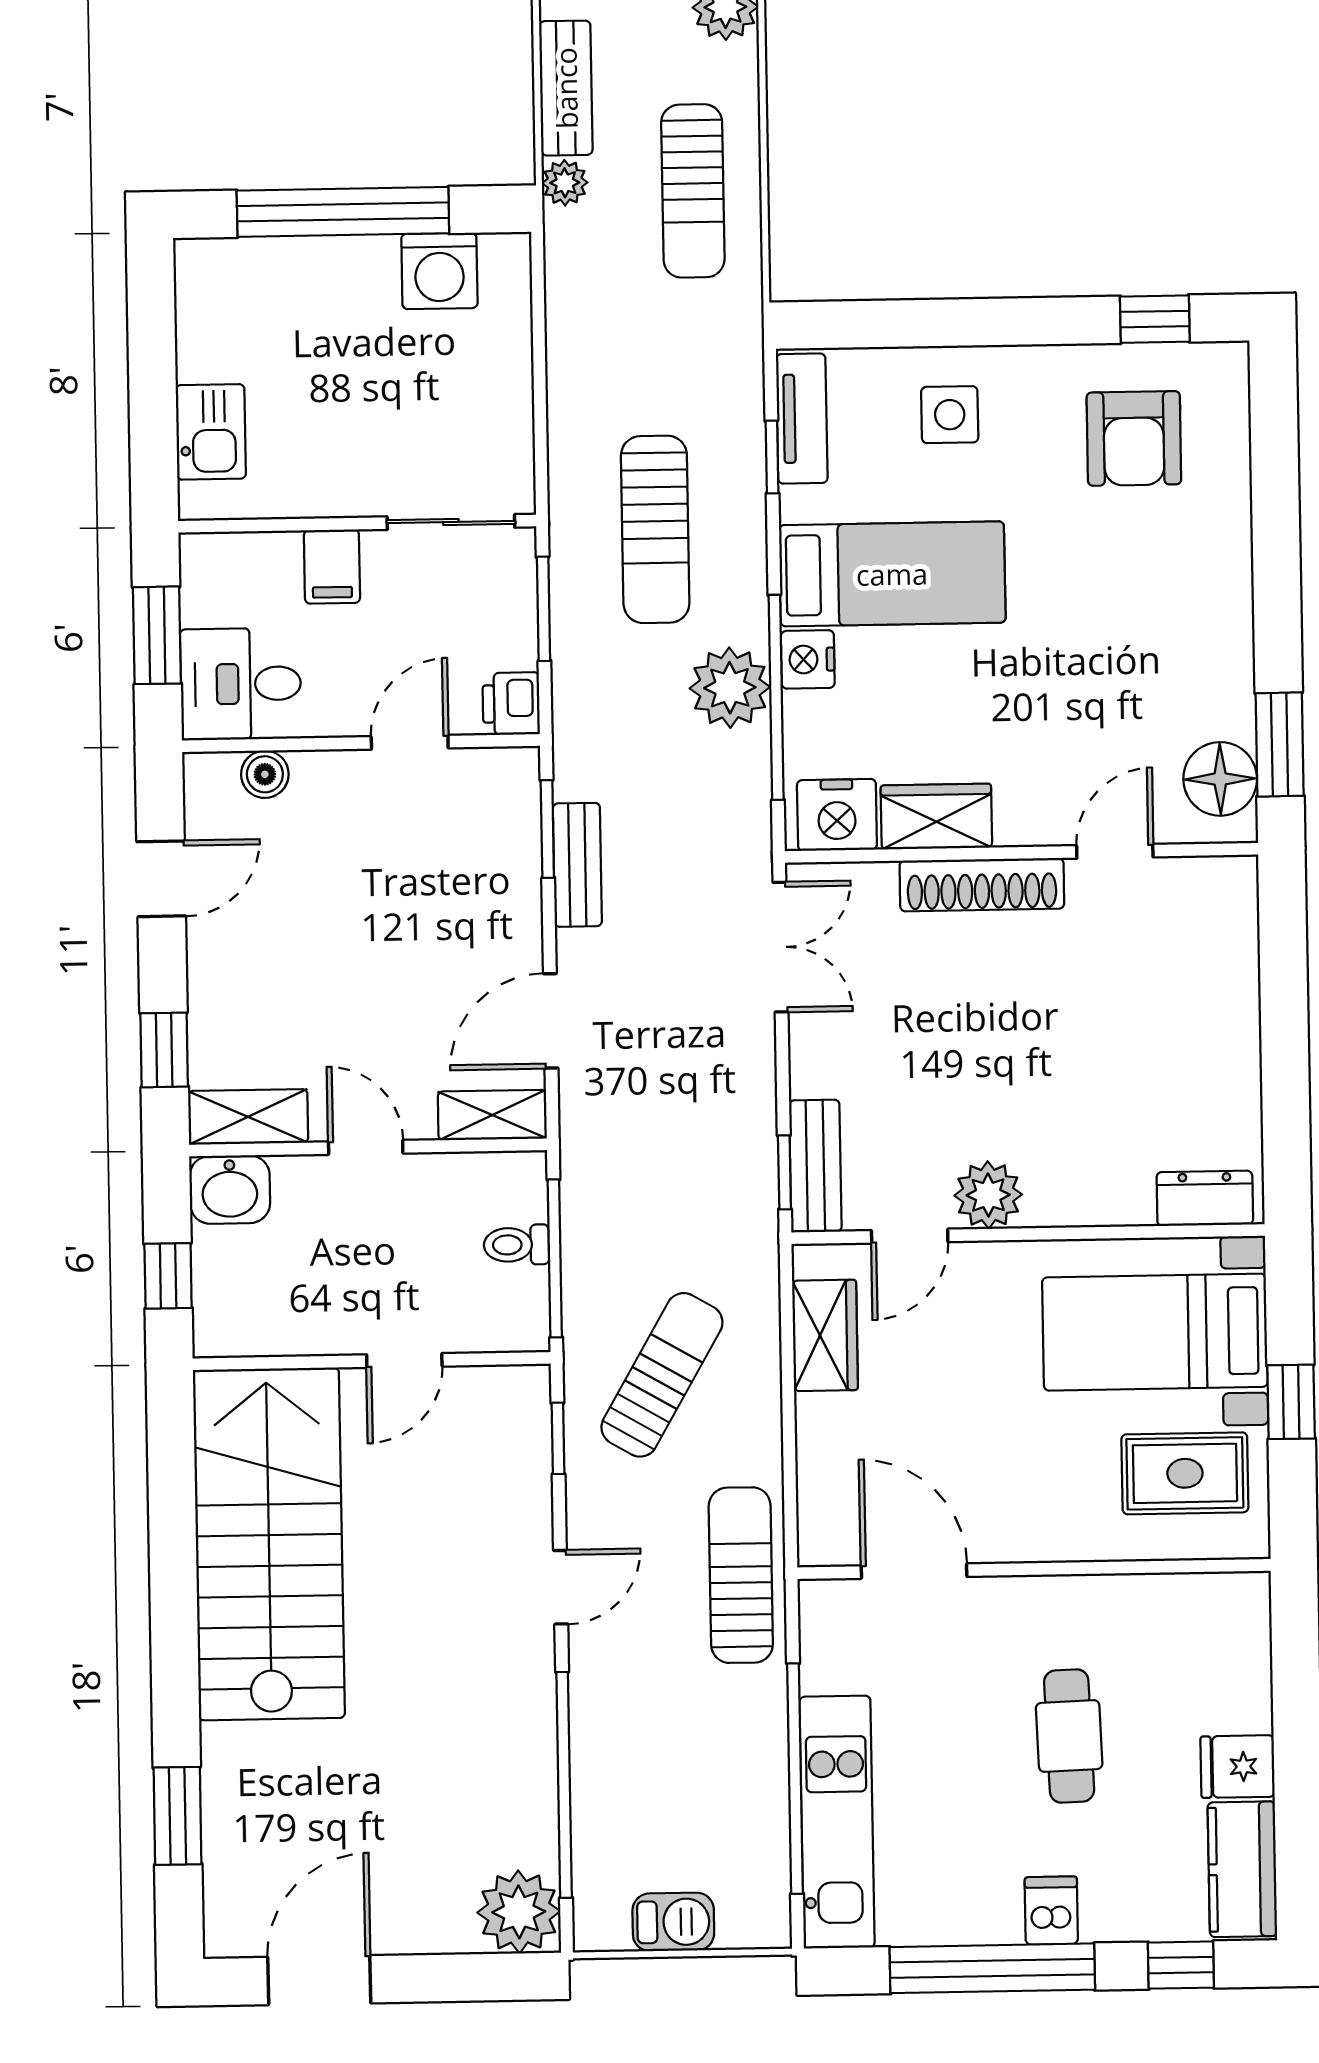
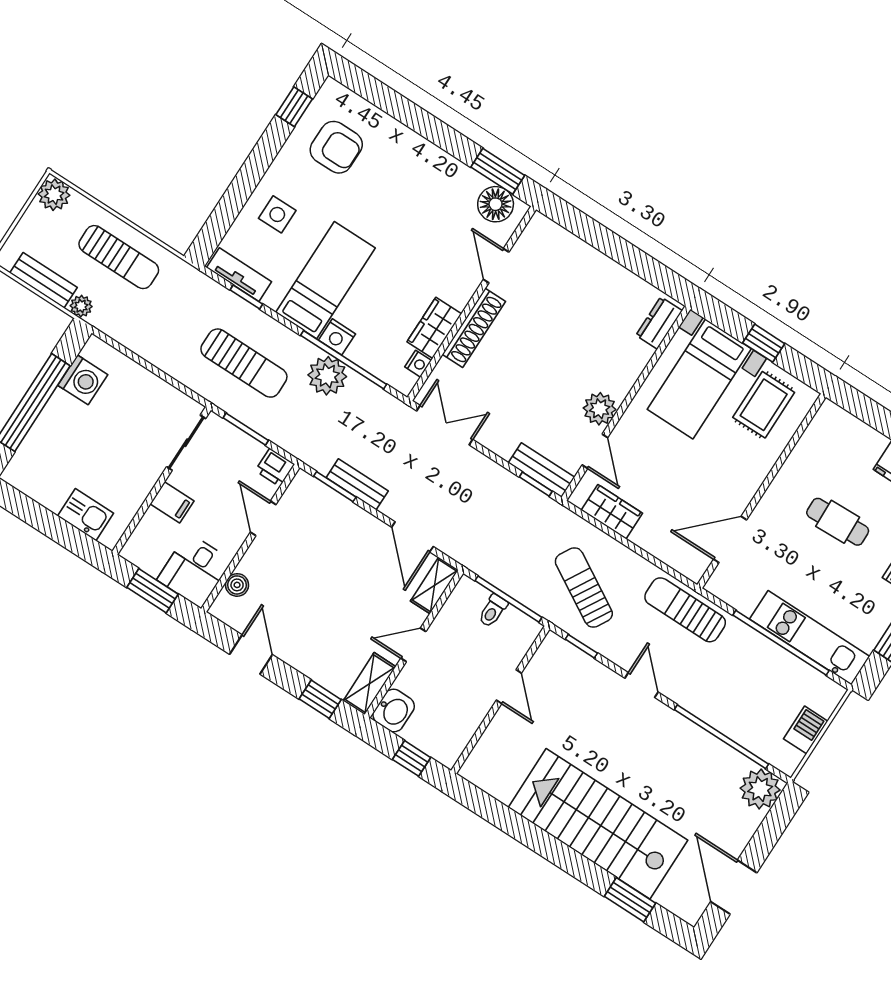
nightstand: (837, 815) -> (418, 364), width x0.53, depth x0.56
stairs: (269, 1544) -> (598, 824), moved

